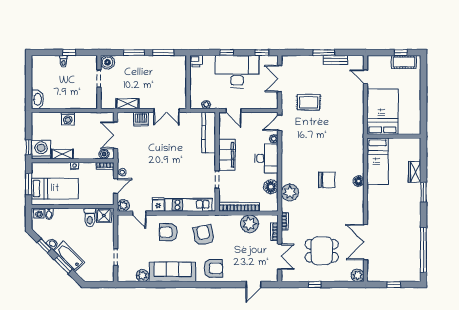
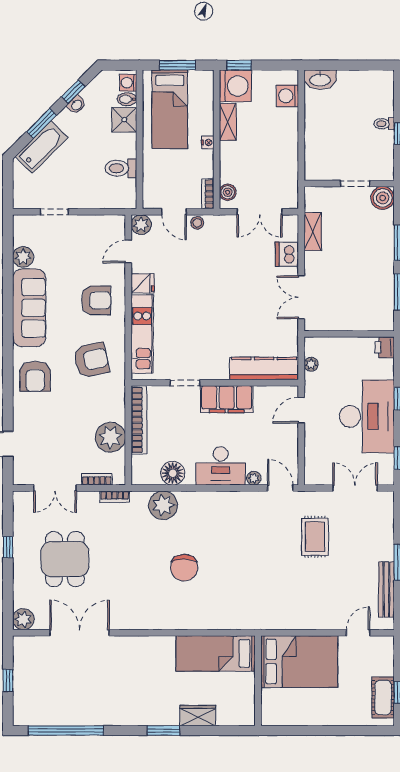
bench: (335, 60) -> (386, 590), width x1.36
washing machine: (68, 119) -> (287, 96), moved
double door: (116, 135) -> (260, 212), swing flipped
floor lamp: (359, 181) -> (182, 621), removed
shower: (104, 215) -> (124, 120), moved
armchair: (168, 232) -> (96, 300), turned 90
bathtub: (69, 257) -> (42, 147), moved

